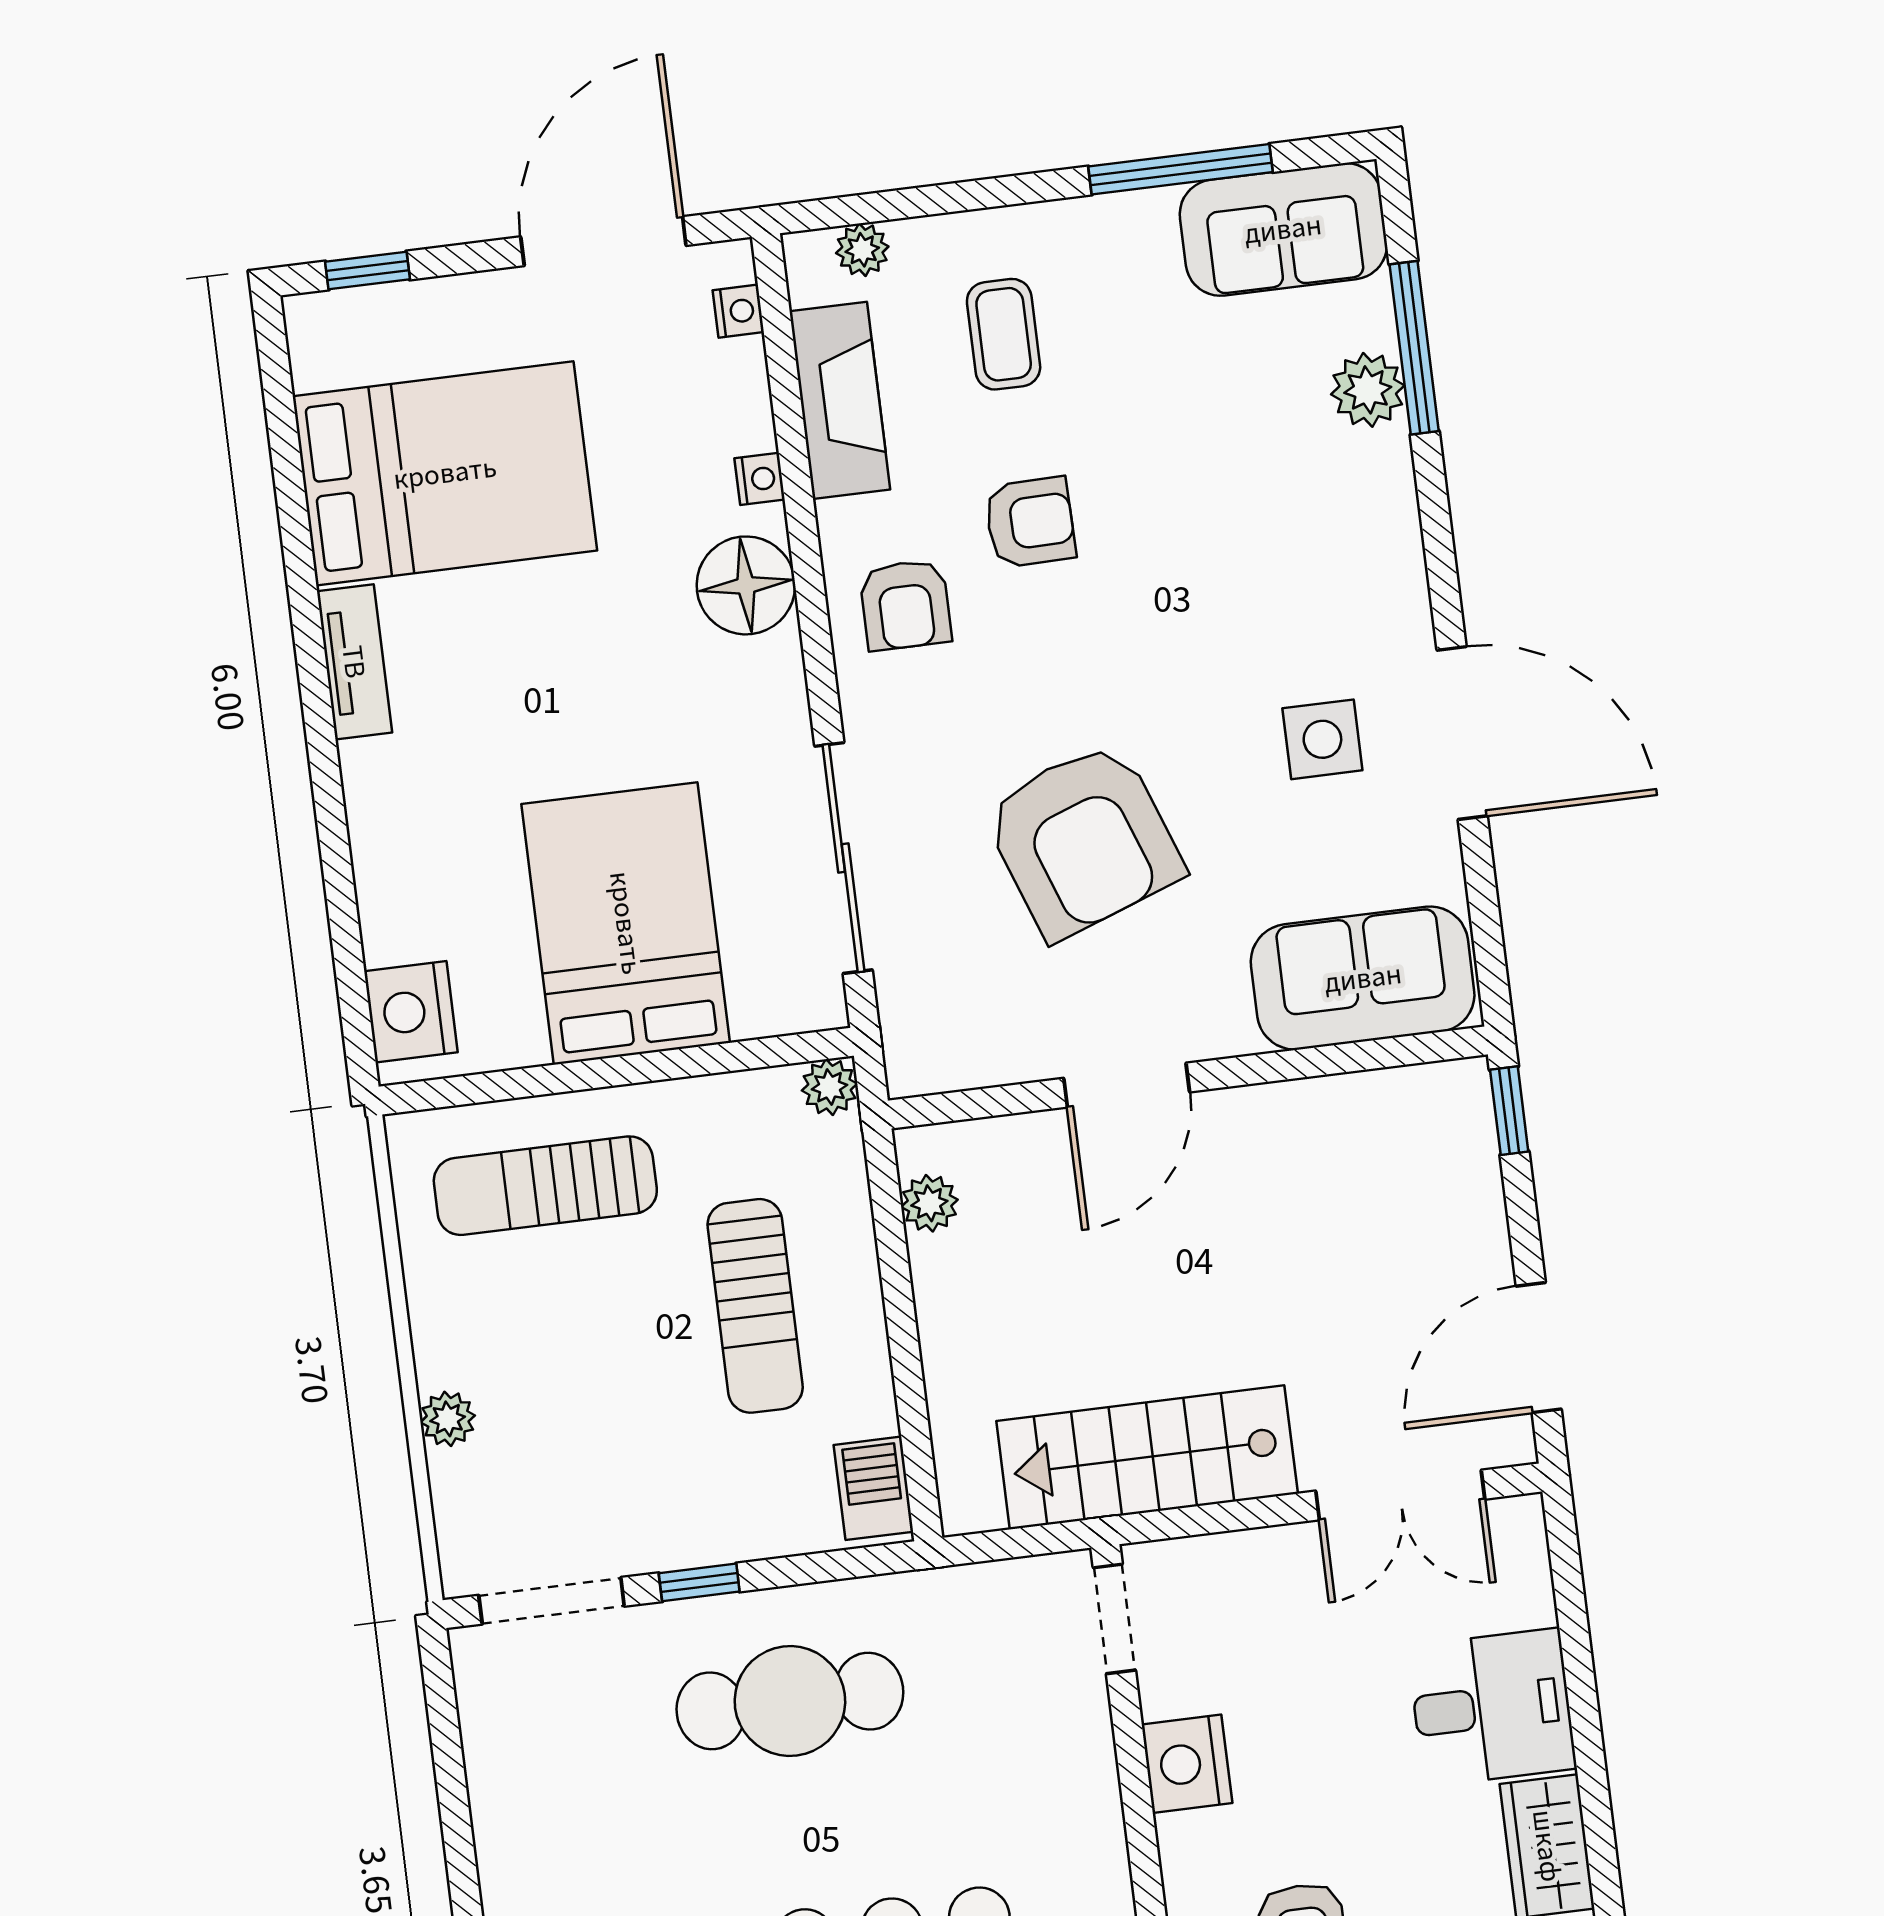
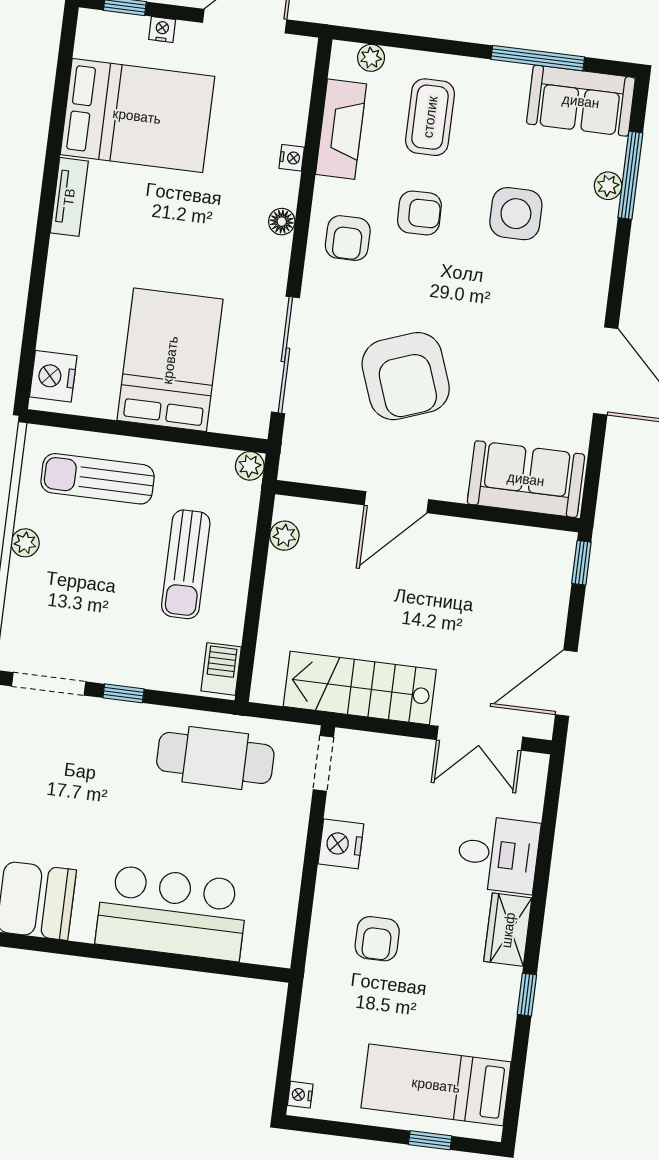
nightstand: (738, 311) -> (162, 29), moved, turned -90
coffee table: (1004, 334) -> (430, 117), width x1.36, depth x1.30
plant: (1368, 390) -> (608, 186), width x0.73, depth x0.73
floor lamp: (746, 585) -> (282, 222), width x0.53, depth x0.53
side table: (1322, 739) -> (516, 214), moved, width x1.37, depth x1.37
plant: (448, 1419) -> (25, 543), moved
cafe table: (790, 1701) -> (215, 758), moved

